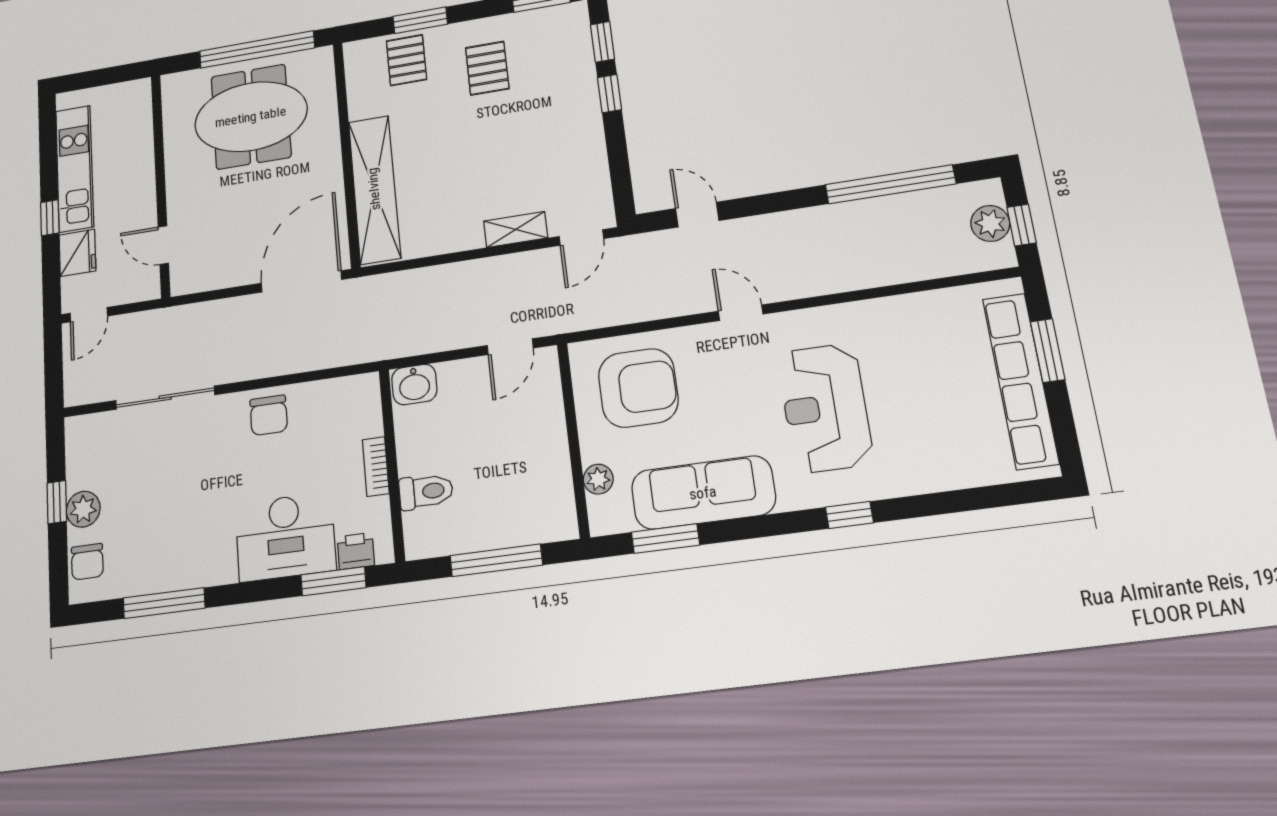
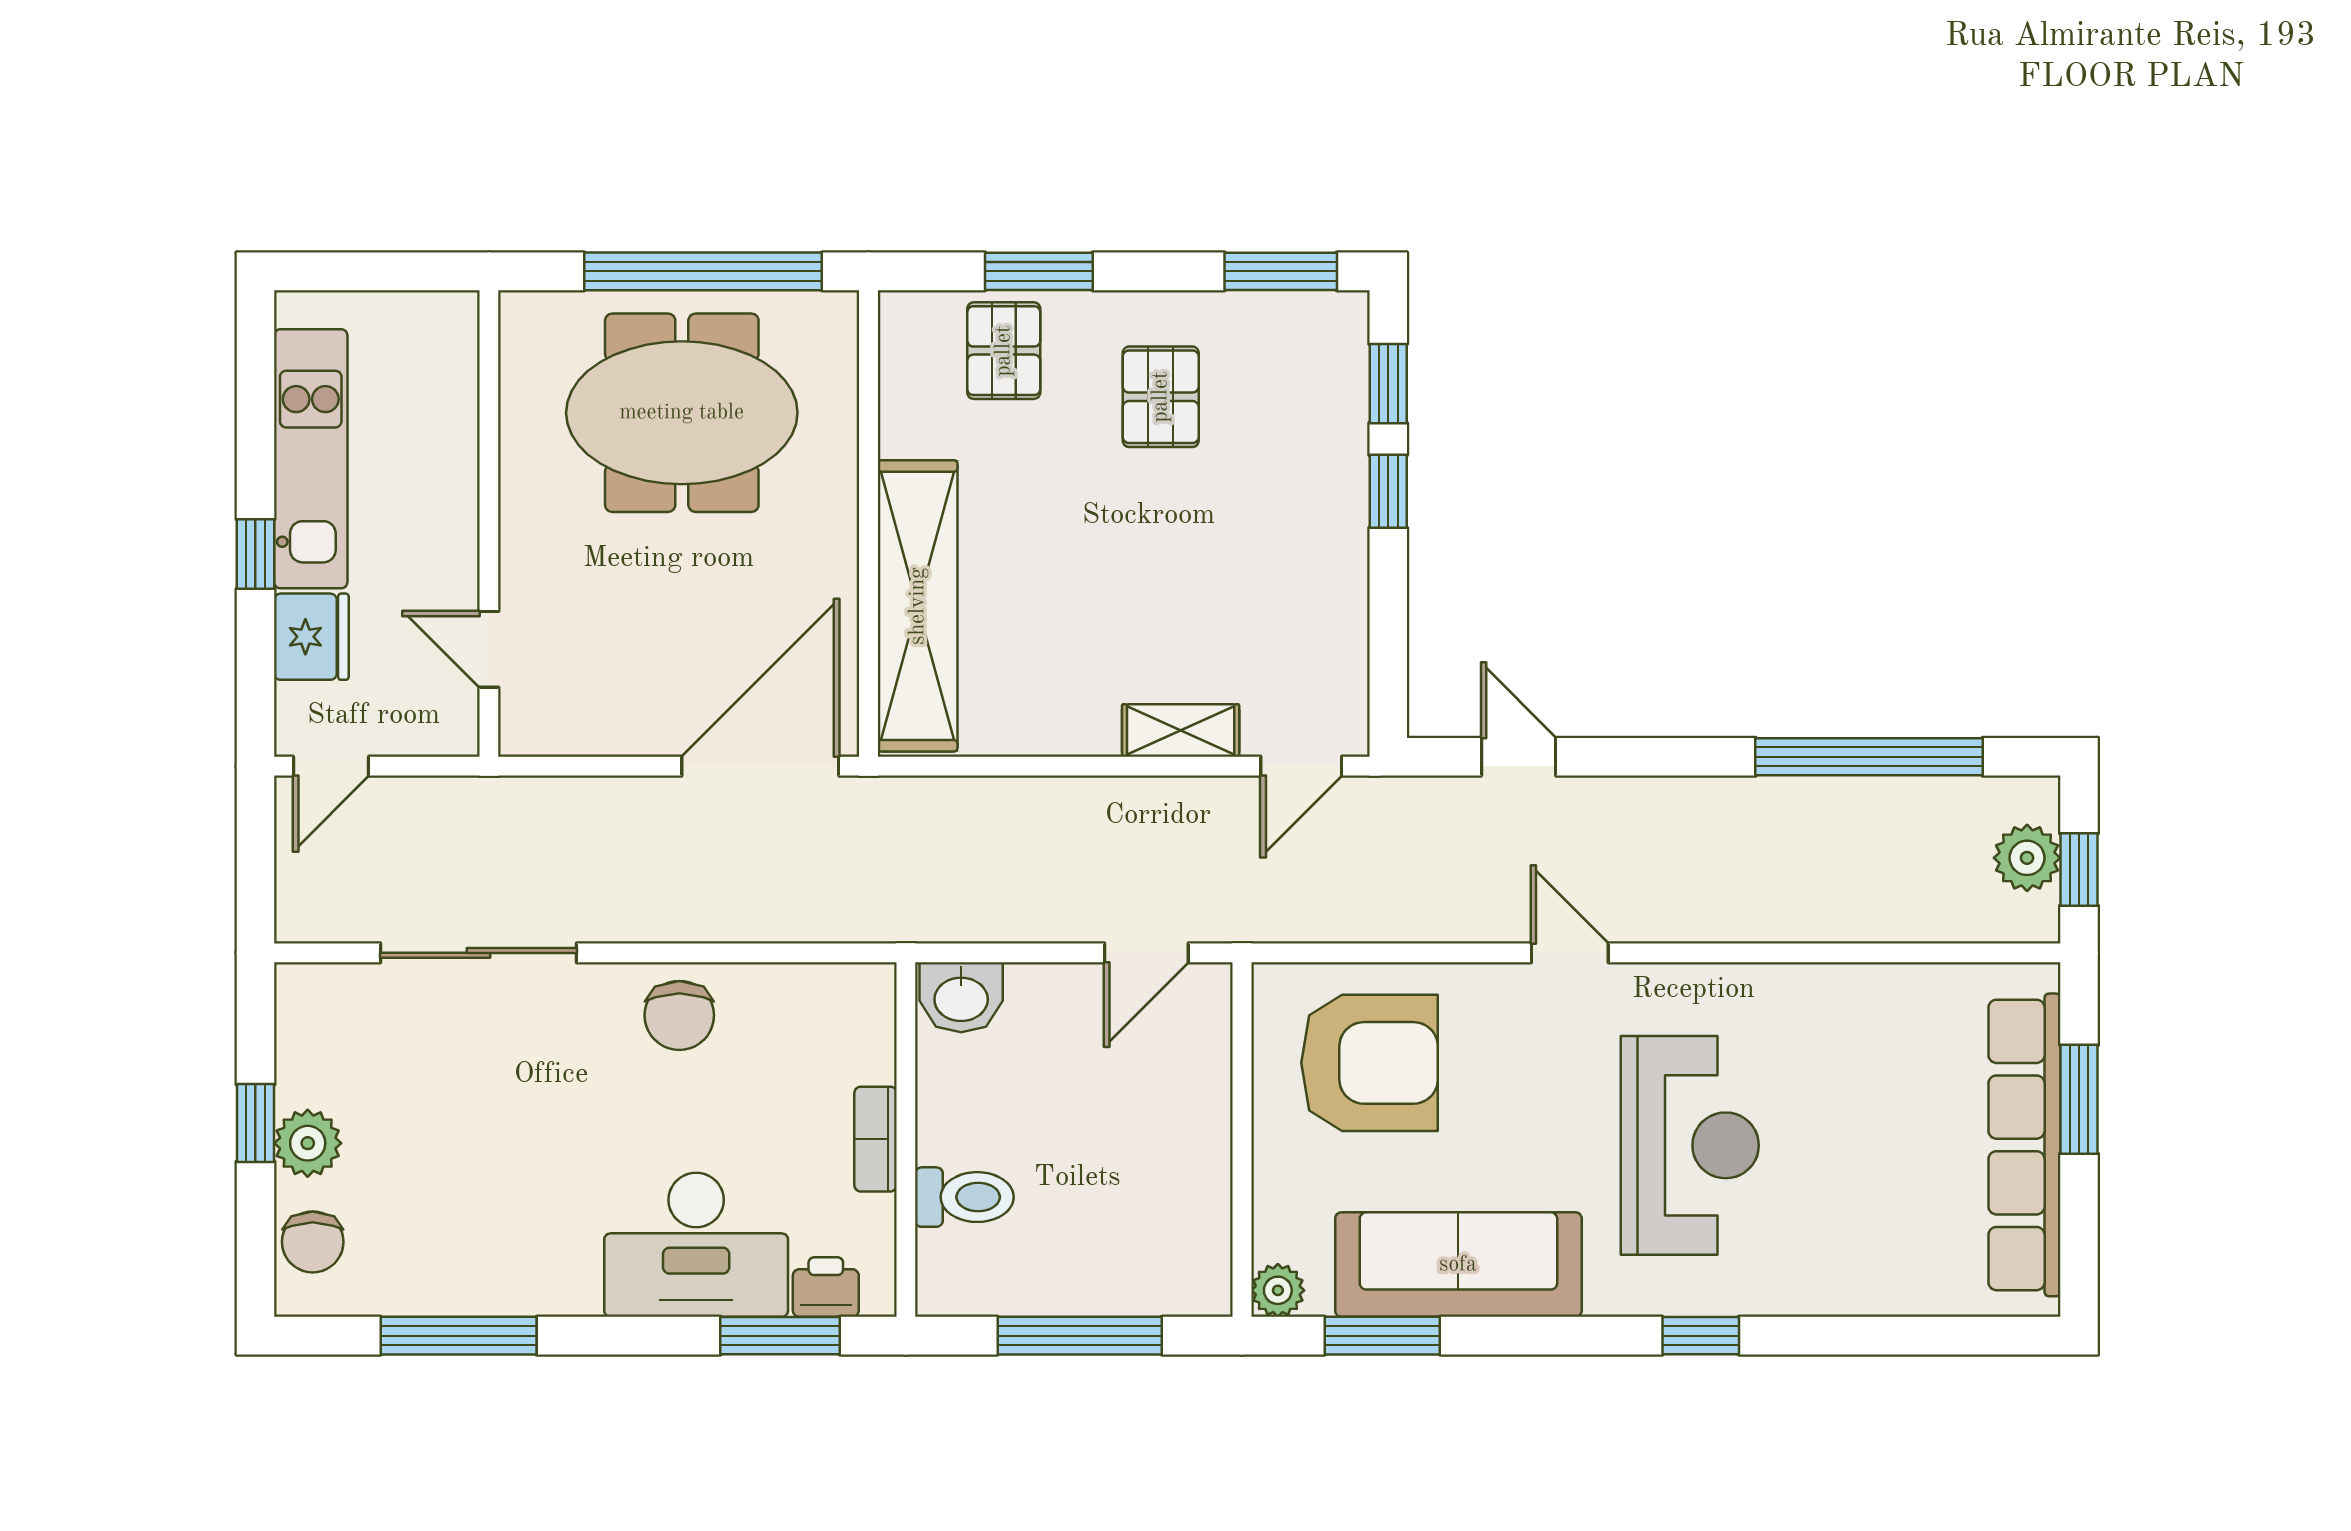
reception desk: (825, 408) -> (1690, 1145), turned 180
plant: (598, 479) -> (1278, 1290), moved

